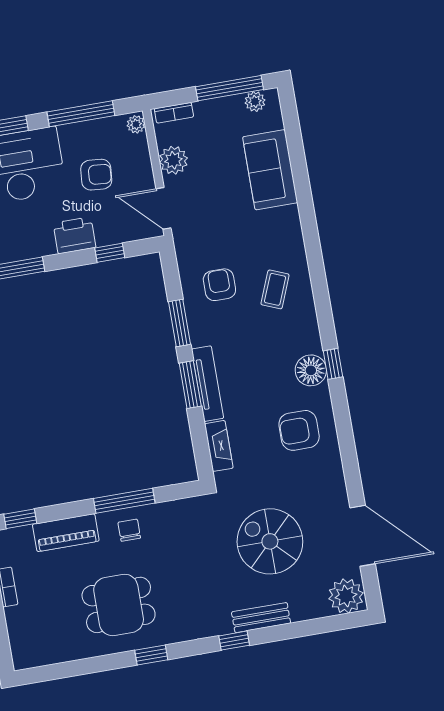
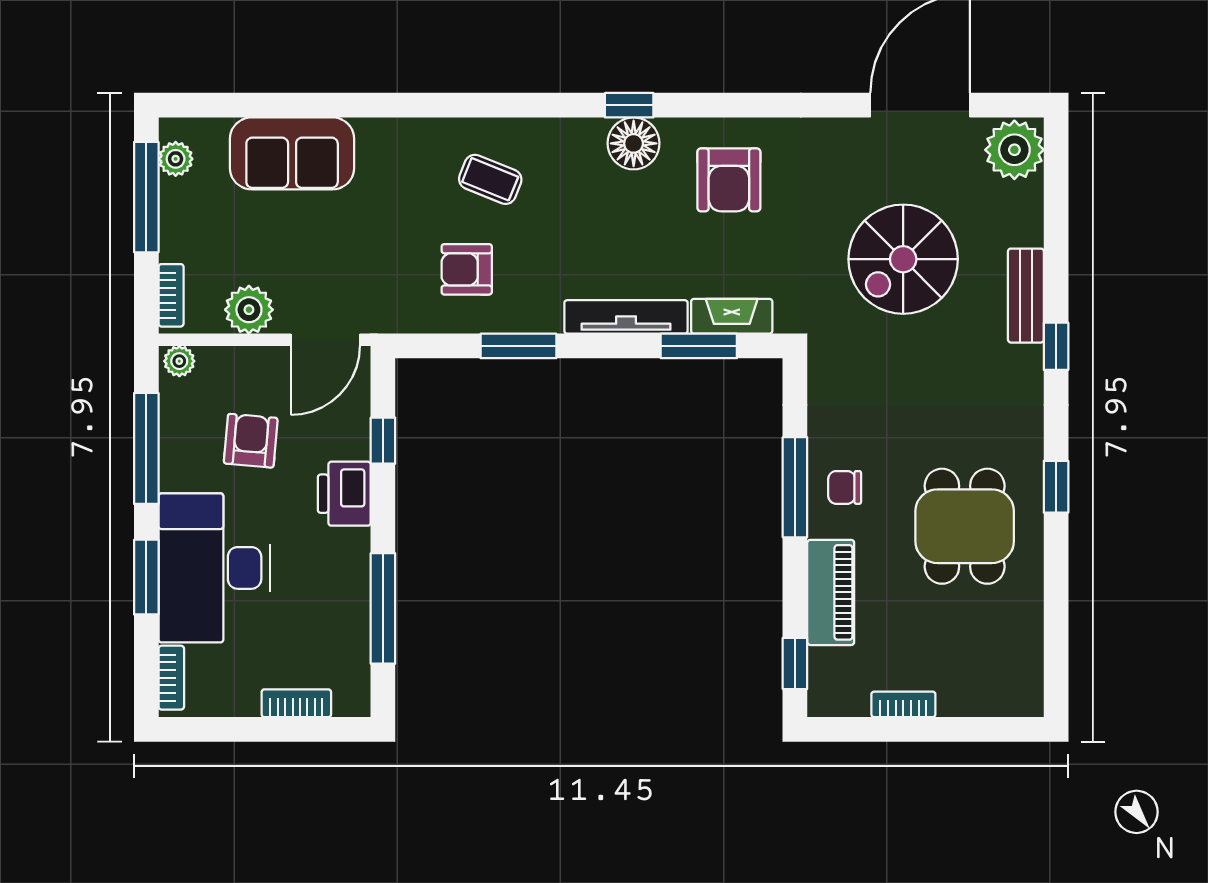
window: (190, 385) -> (699, 346), moved

